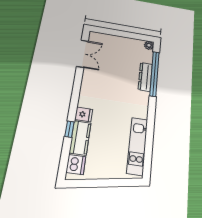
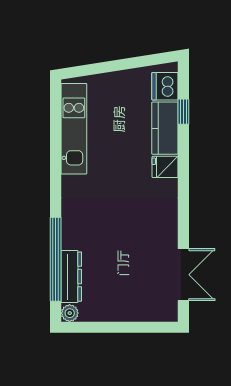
double door: (82, 54) -> (183, 275), swing flipped
dresser: (145, 77) -> (71, 277), moved
window: (70, 129) -> (183, 112), moved

